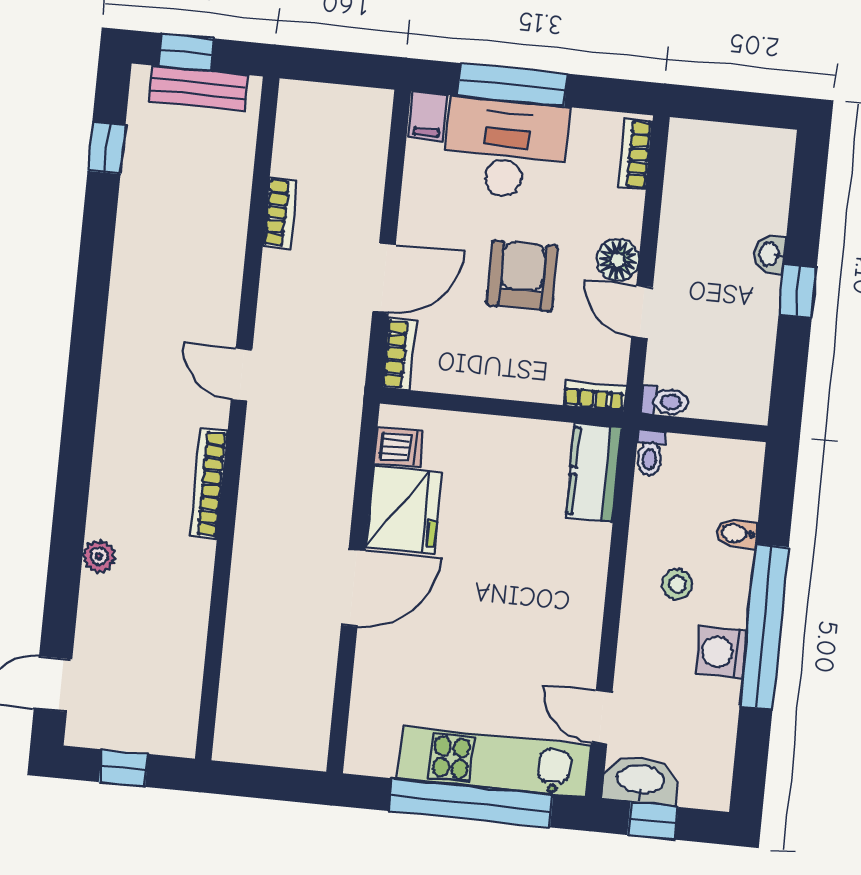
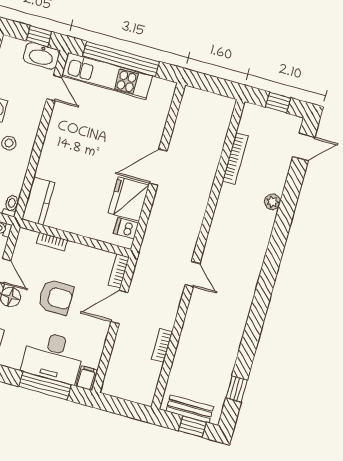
armchair: (522, 276) -> (56, 297), turned -90
bookcase: (594, 396) -> (52, 242), moved
bookcase: (208, 484) -> (235, 158), moved

